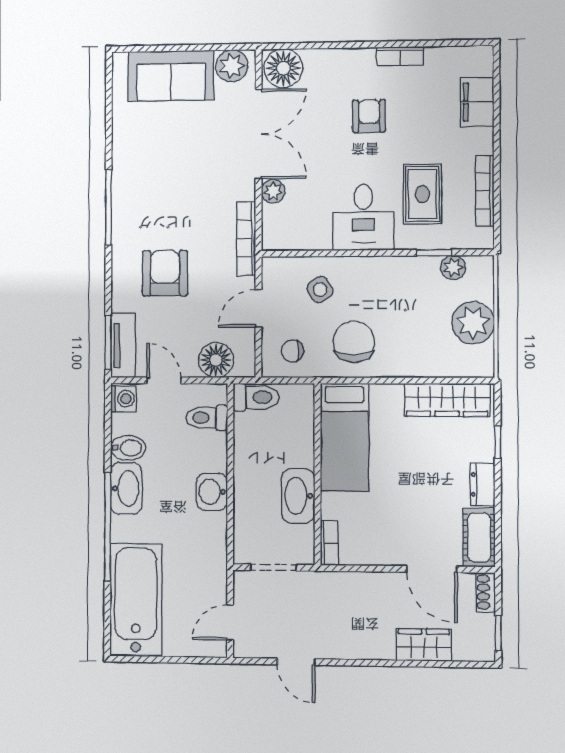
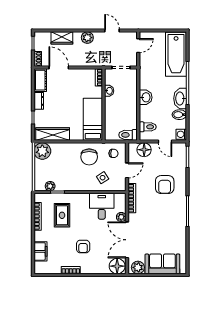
desk: (363, 217) -> (102, 206), moved
plant: (473, 323) -> (42, 151), moved
tv unit: (123, 345) -> (182, 156), removed
washbasin: (298, 496) -> (109, 91), width x0.52, depth x0.69
plant: (359, 645) -> (87, 38), added

